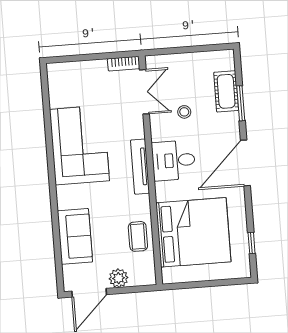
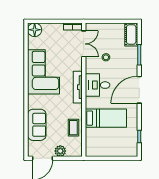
floor lamp: (59, 74) -> (35, 30), added
cot: (226, 91) -> (131, 34), moved
bed: (193, 232) -> (106, 118), width x0.49

